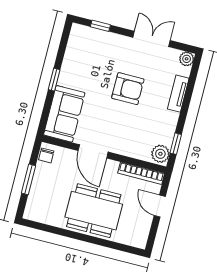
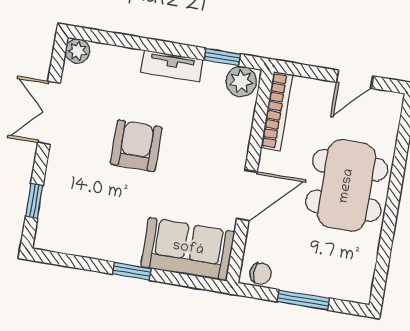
tv unit: (178, 94) -> (172, 66), moved
door: (160, 206) -> (355, 79), moved

